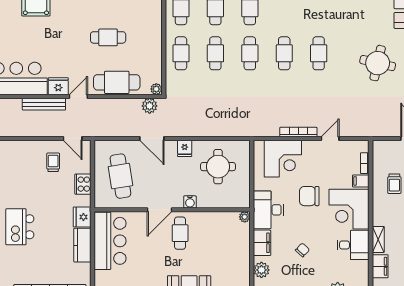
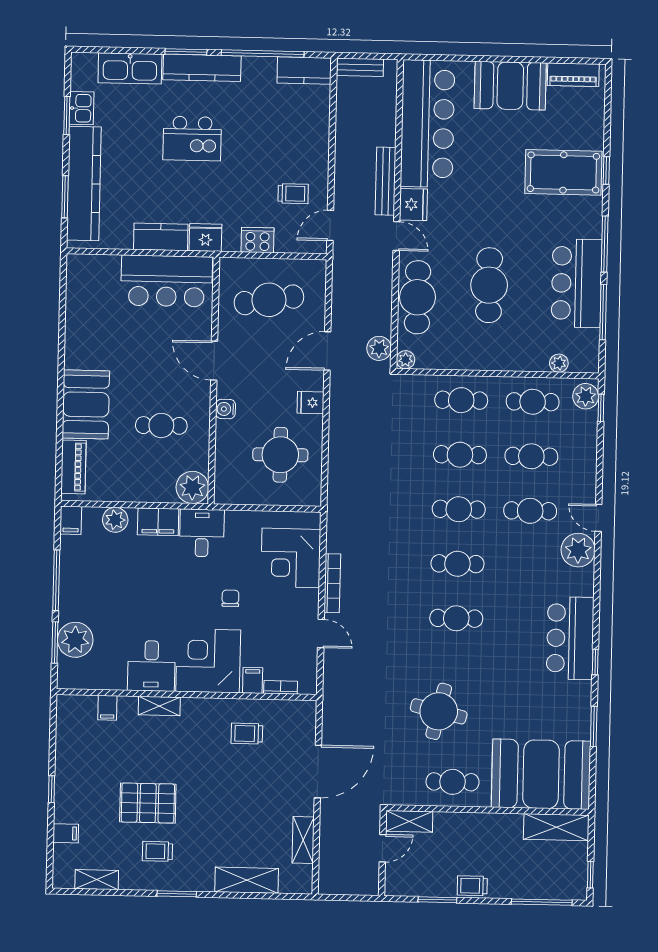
cafe table: (108, 37) -> (489, 285), width x1.37, depth x1.35
chair: (309, 196) -> (230, 598), width x0.54, depth x0.54
desk: (268, 210) -> (202, 533), width x0.73
plant: (245, 217) -> (192, 487), width x1.88, depth x1.88
kitchen island: (20, 227) -> (192, 139), turned 180
cafe table: (180, 233) -> (161, 425), moved
chair: (302, 250) -> (145, 586), removed
filing cabinet: (380, 266) -> (107, 708), width x0.50

